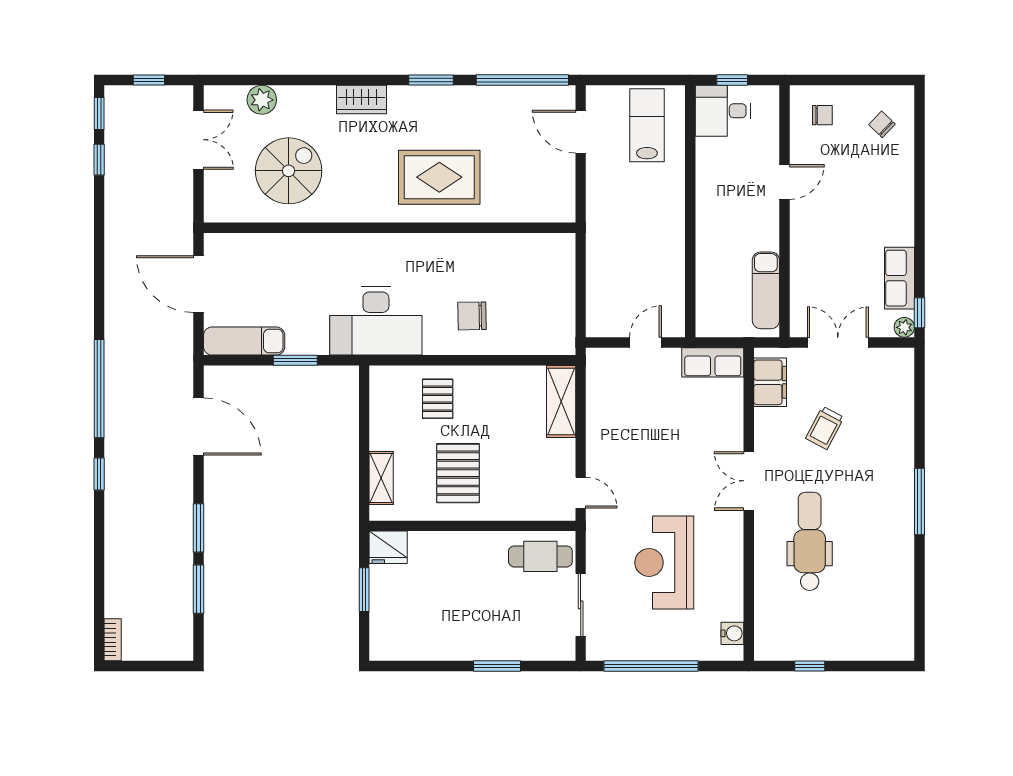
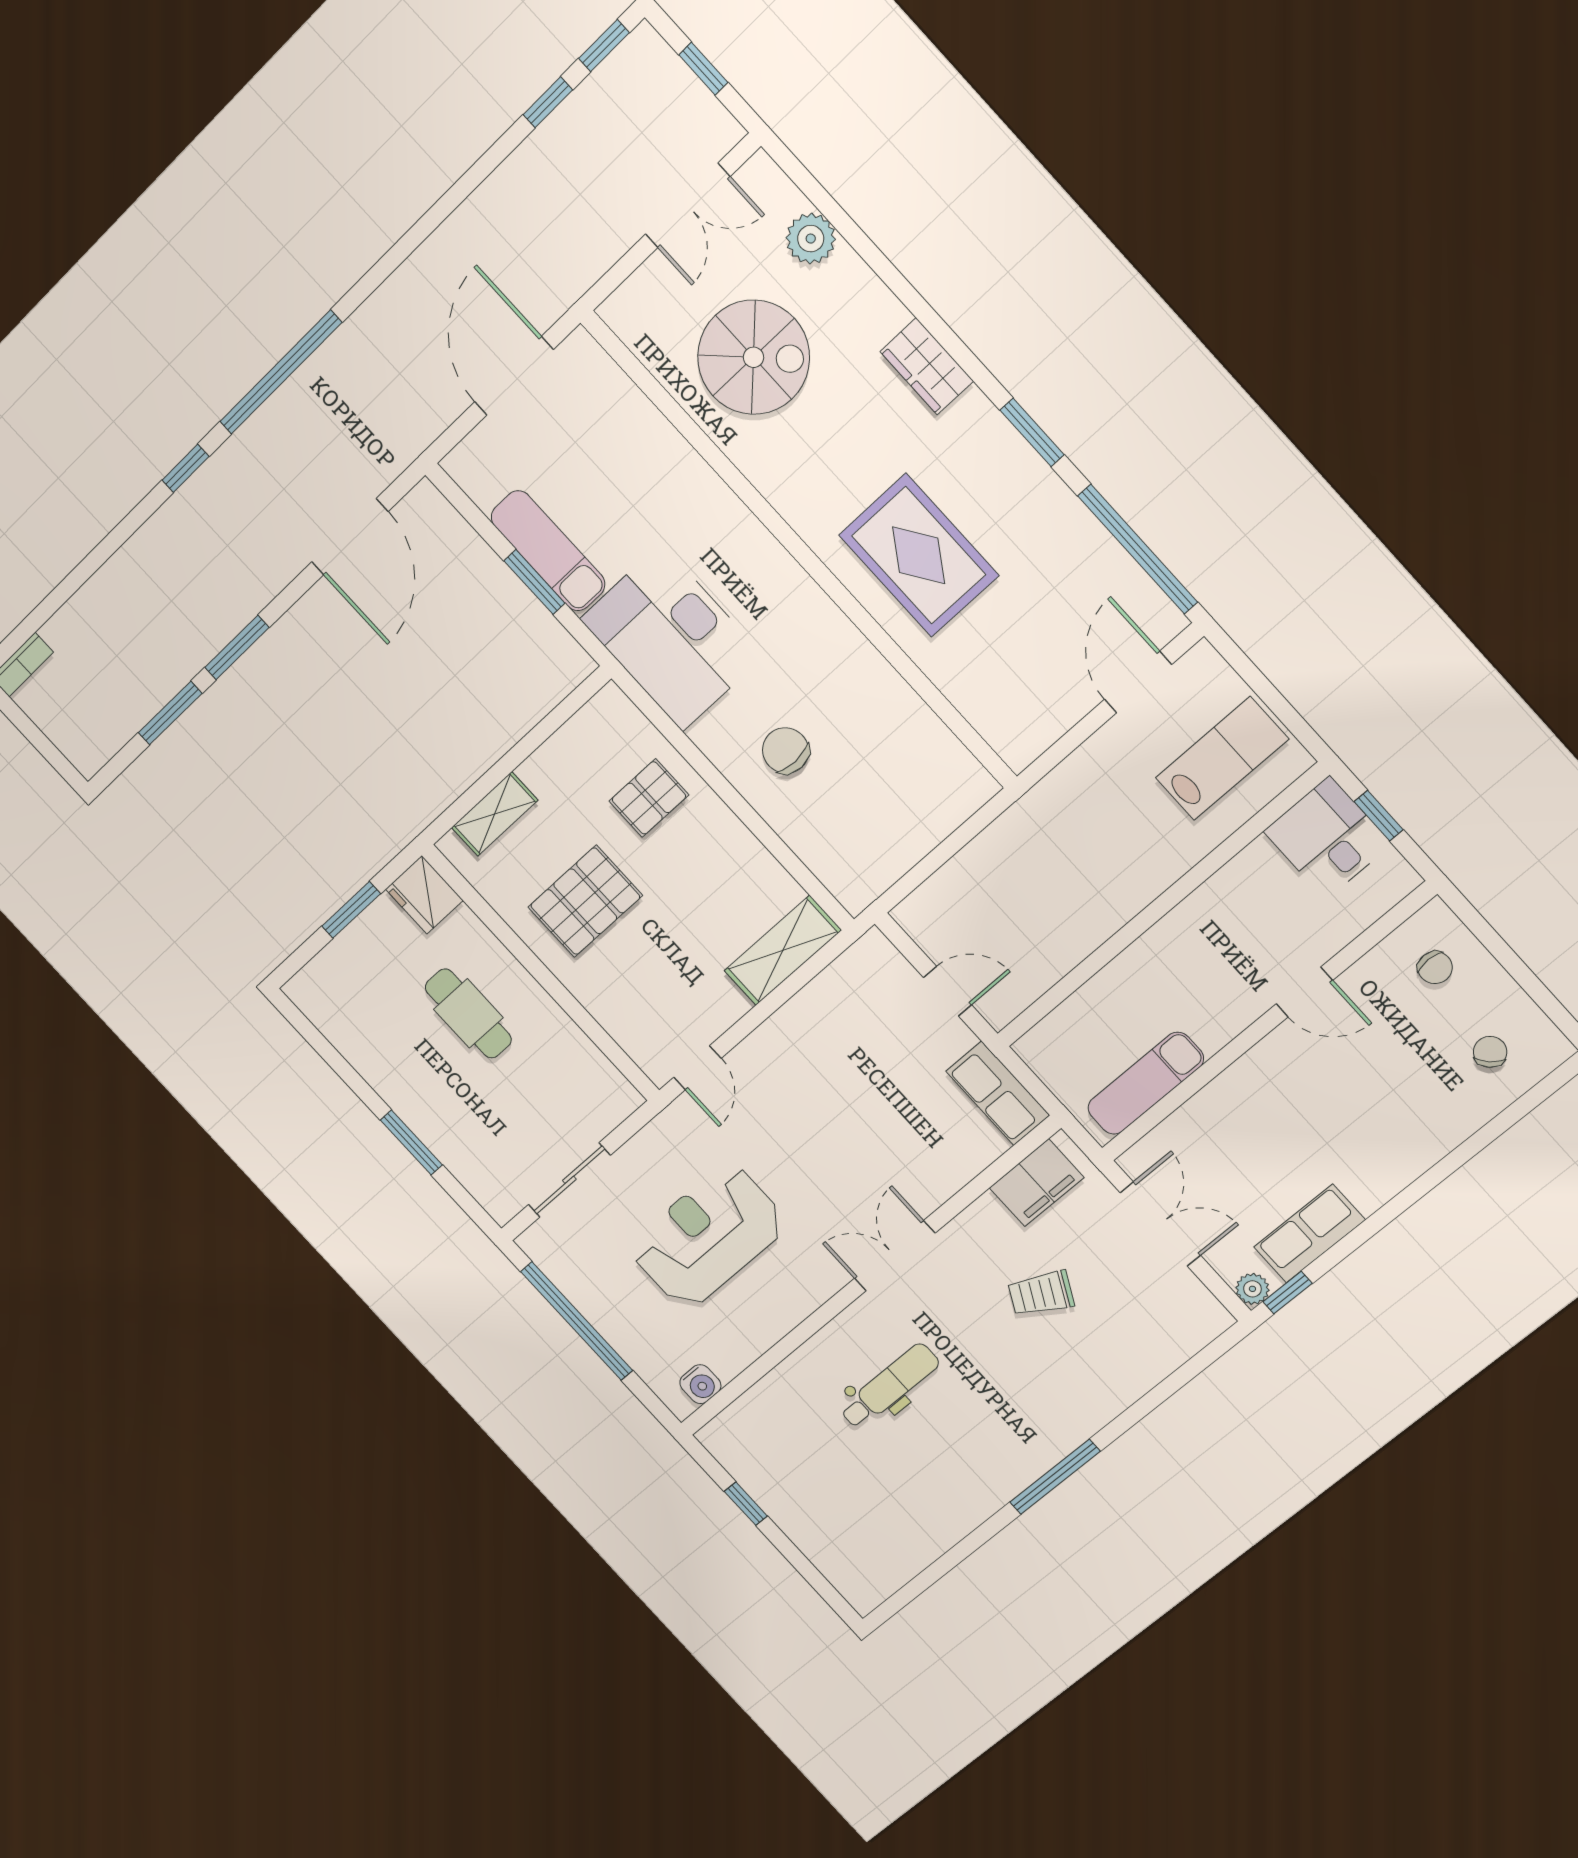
exam couch: (244, 341) -> (548, 551), moved
dental chair: (810, 541) -> (889, 1386), width x0.73, depth x0.72
cafe table: (540, 556) -> (468, 1013), moved

